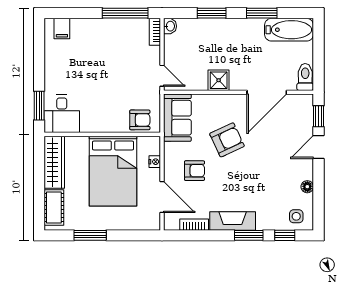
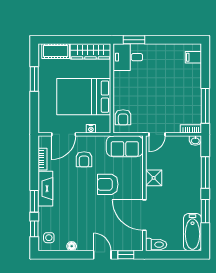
window: (212, 13) -> (205, 173), width x1.44
armchair: (227, 140) -> (108, 184), turned 115

